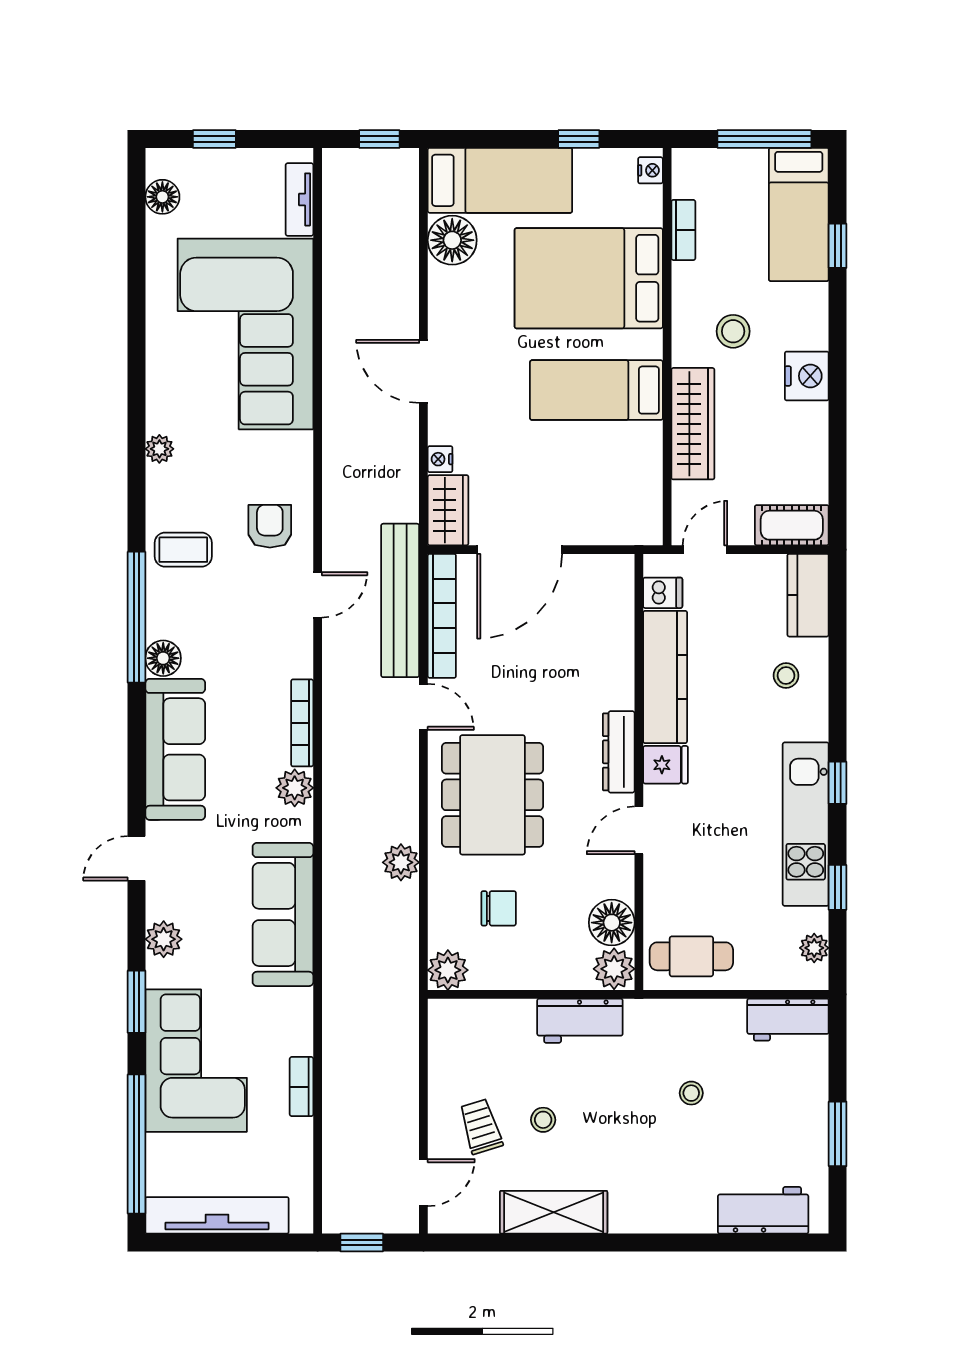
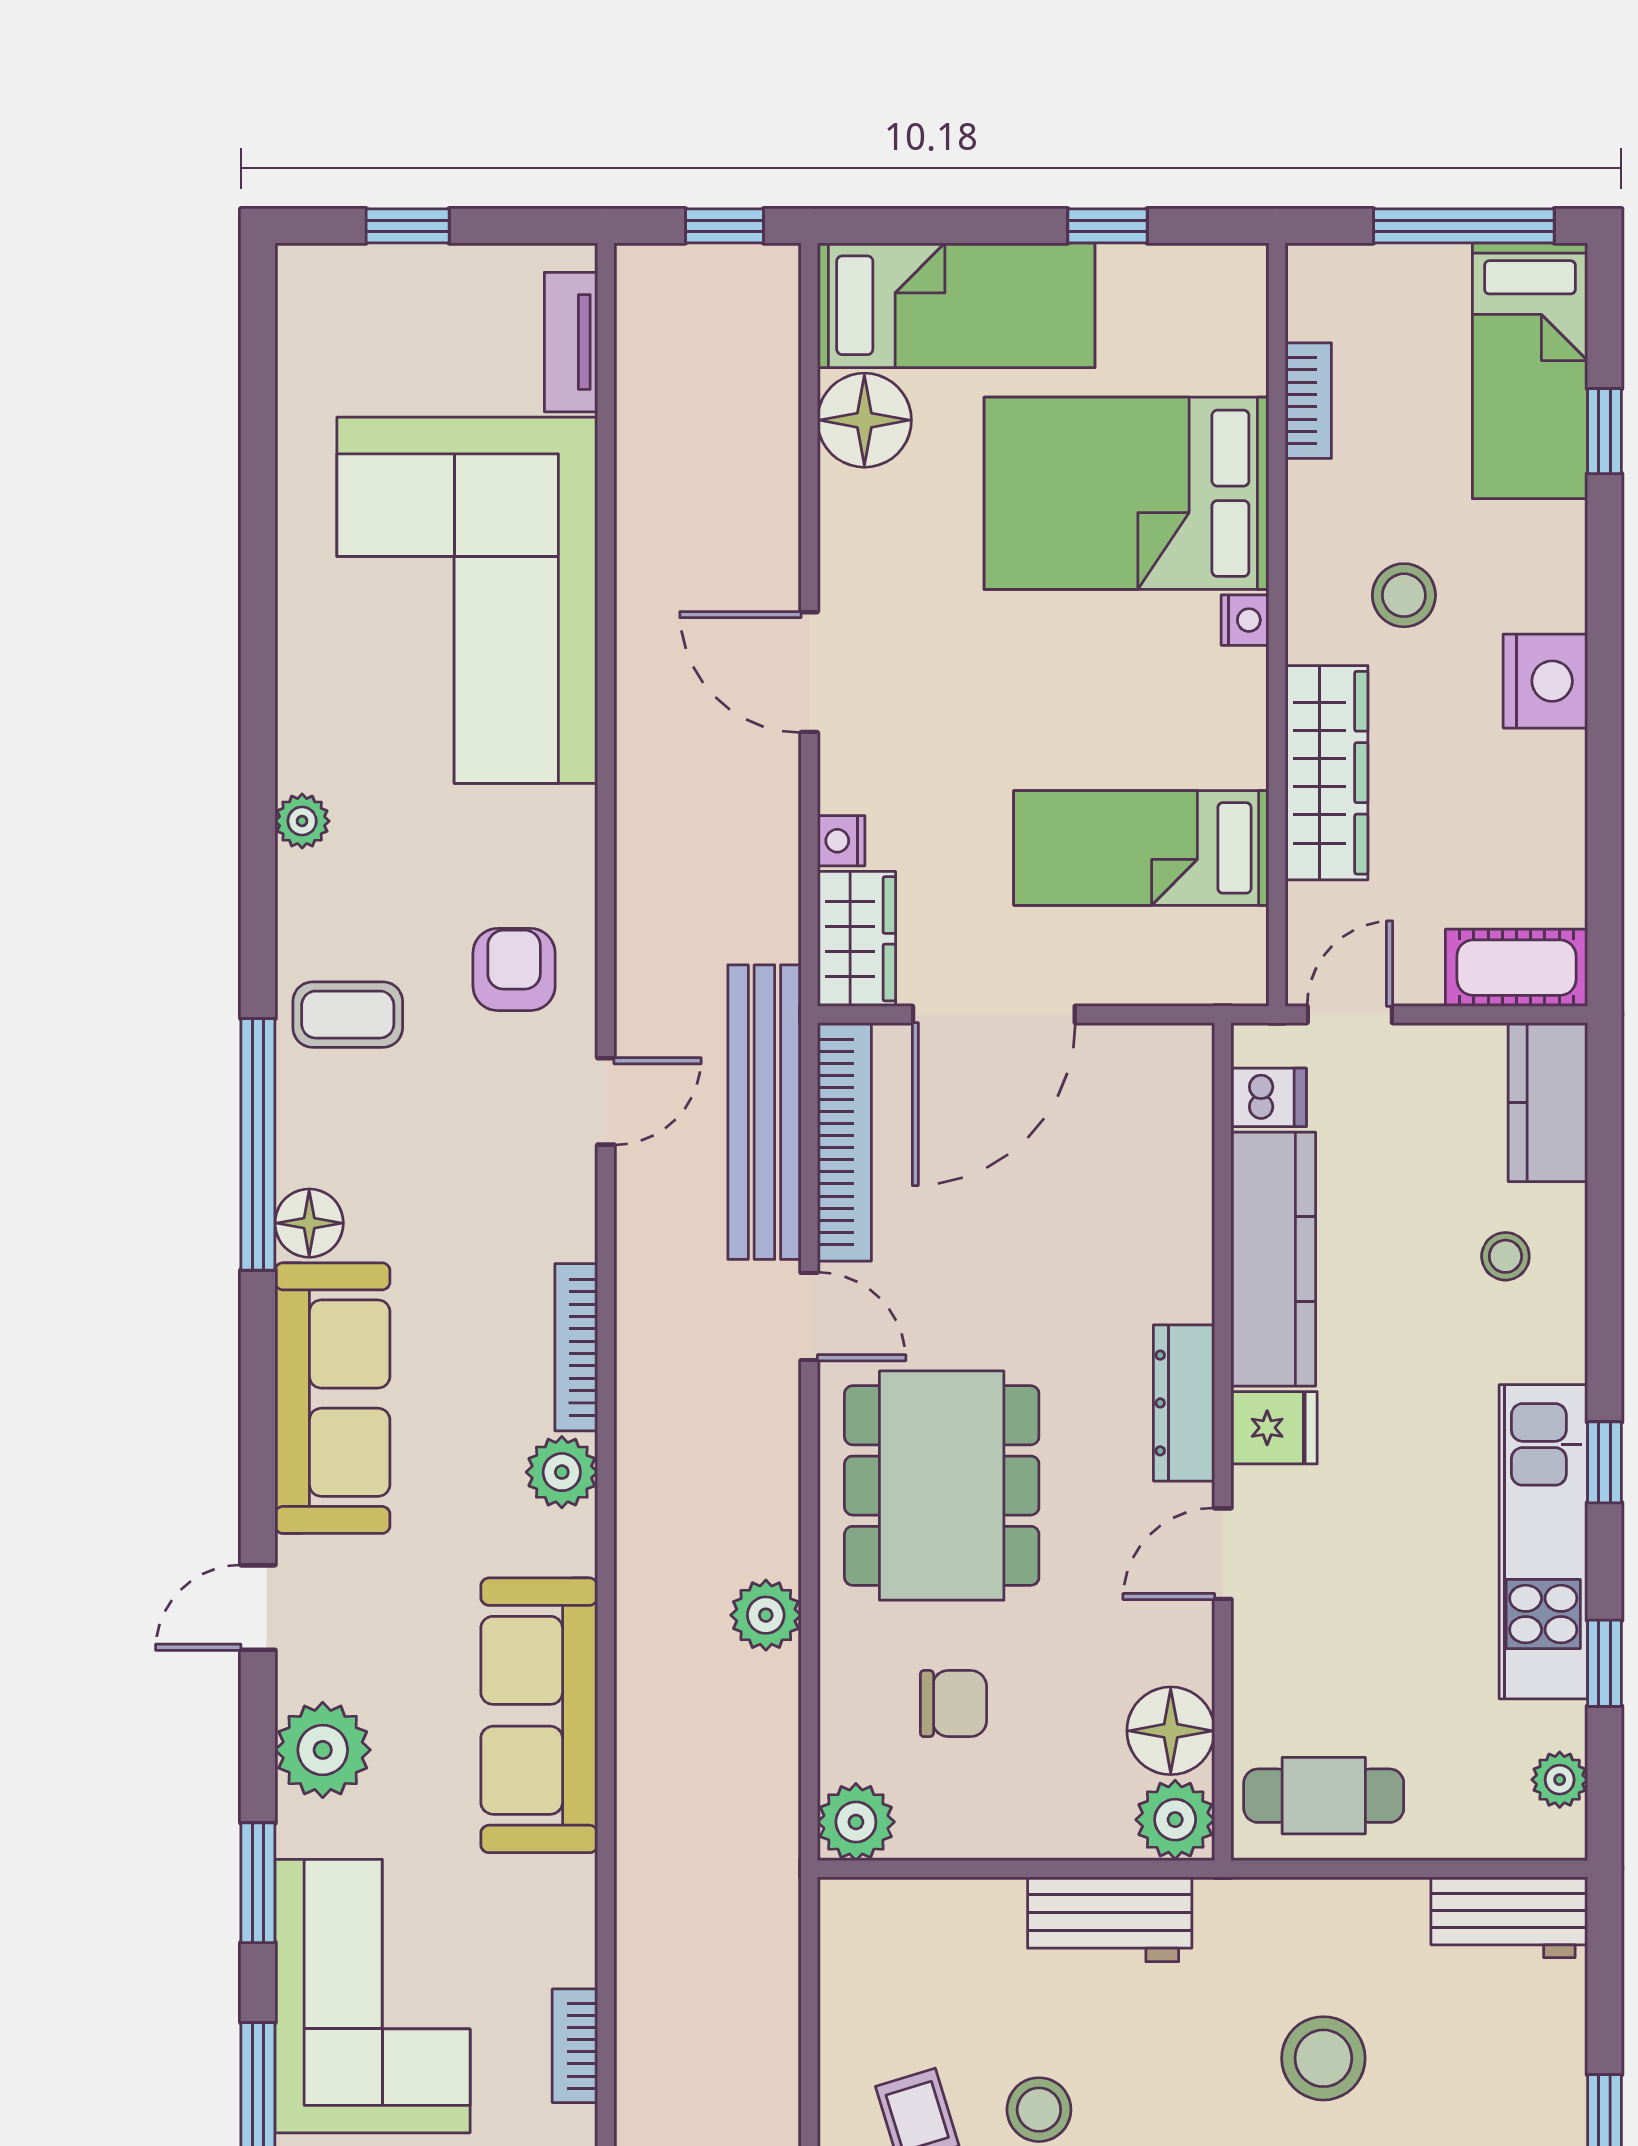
nightstand: (650, 170) -> (1245, 620), moved
floor lamp: (162, 197) -> (308, 337), removed
bed: (596, 390) -> (1141, 848), moved
plant: (164, 939) -> (323, 1750), width x1.36, depth x1.36
stool: (691, 1093) -> (1323, 2058), width x1.89, depth x1.89
stool: (543, 1120) -> (1039, 2110), width x1.37, depth x1.37

